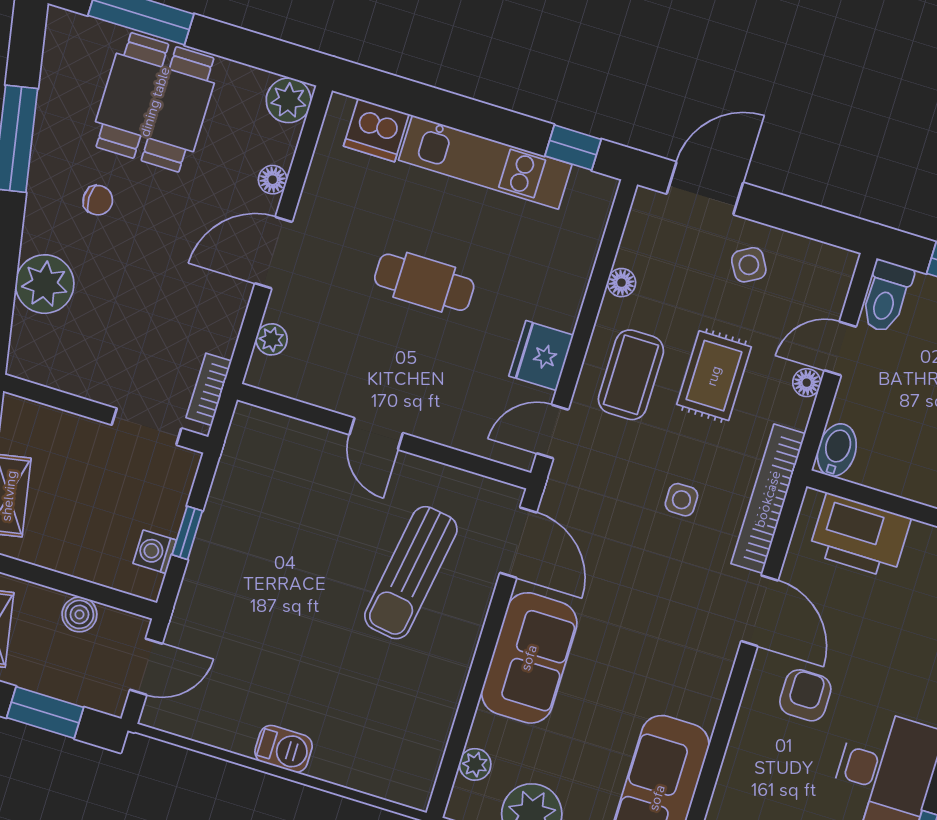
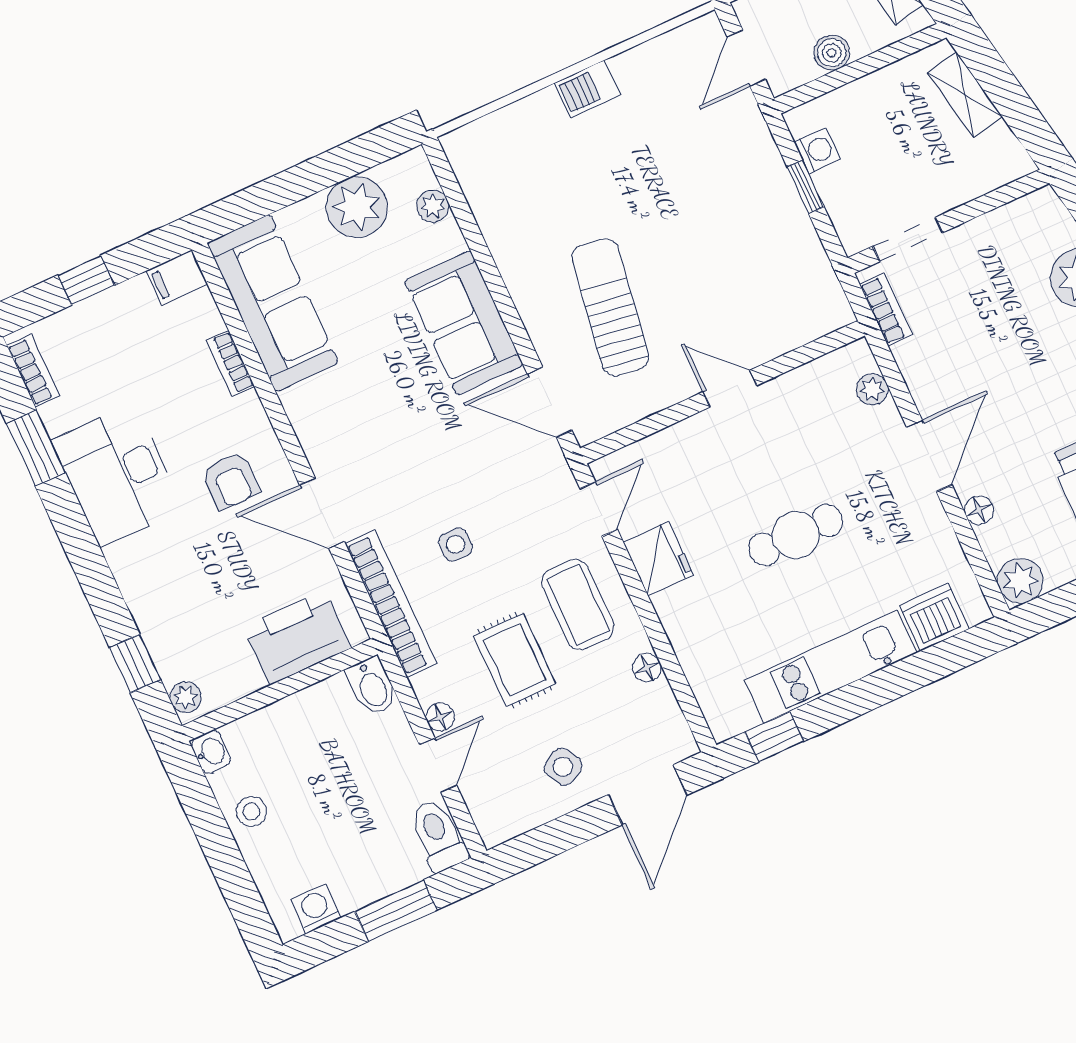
bookcase: (728, 782) -> (231, 364), added

